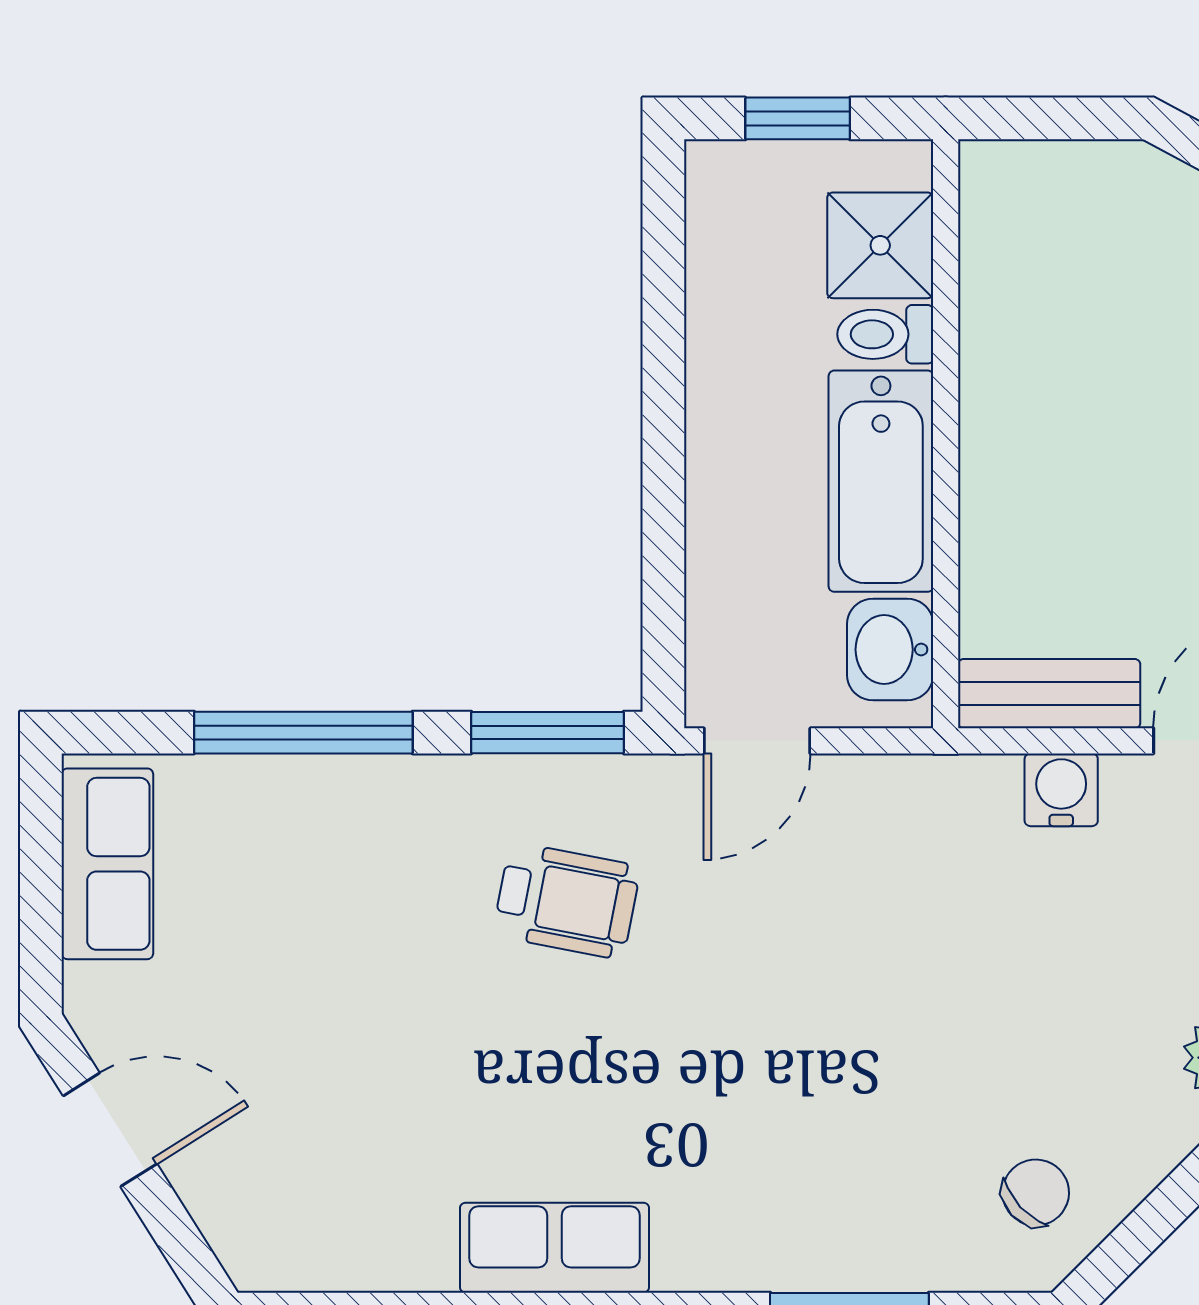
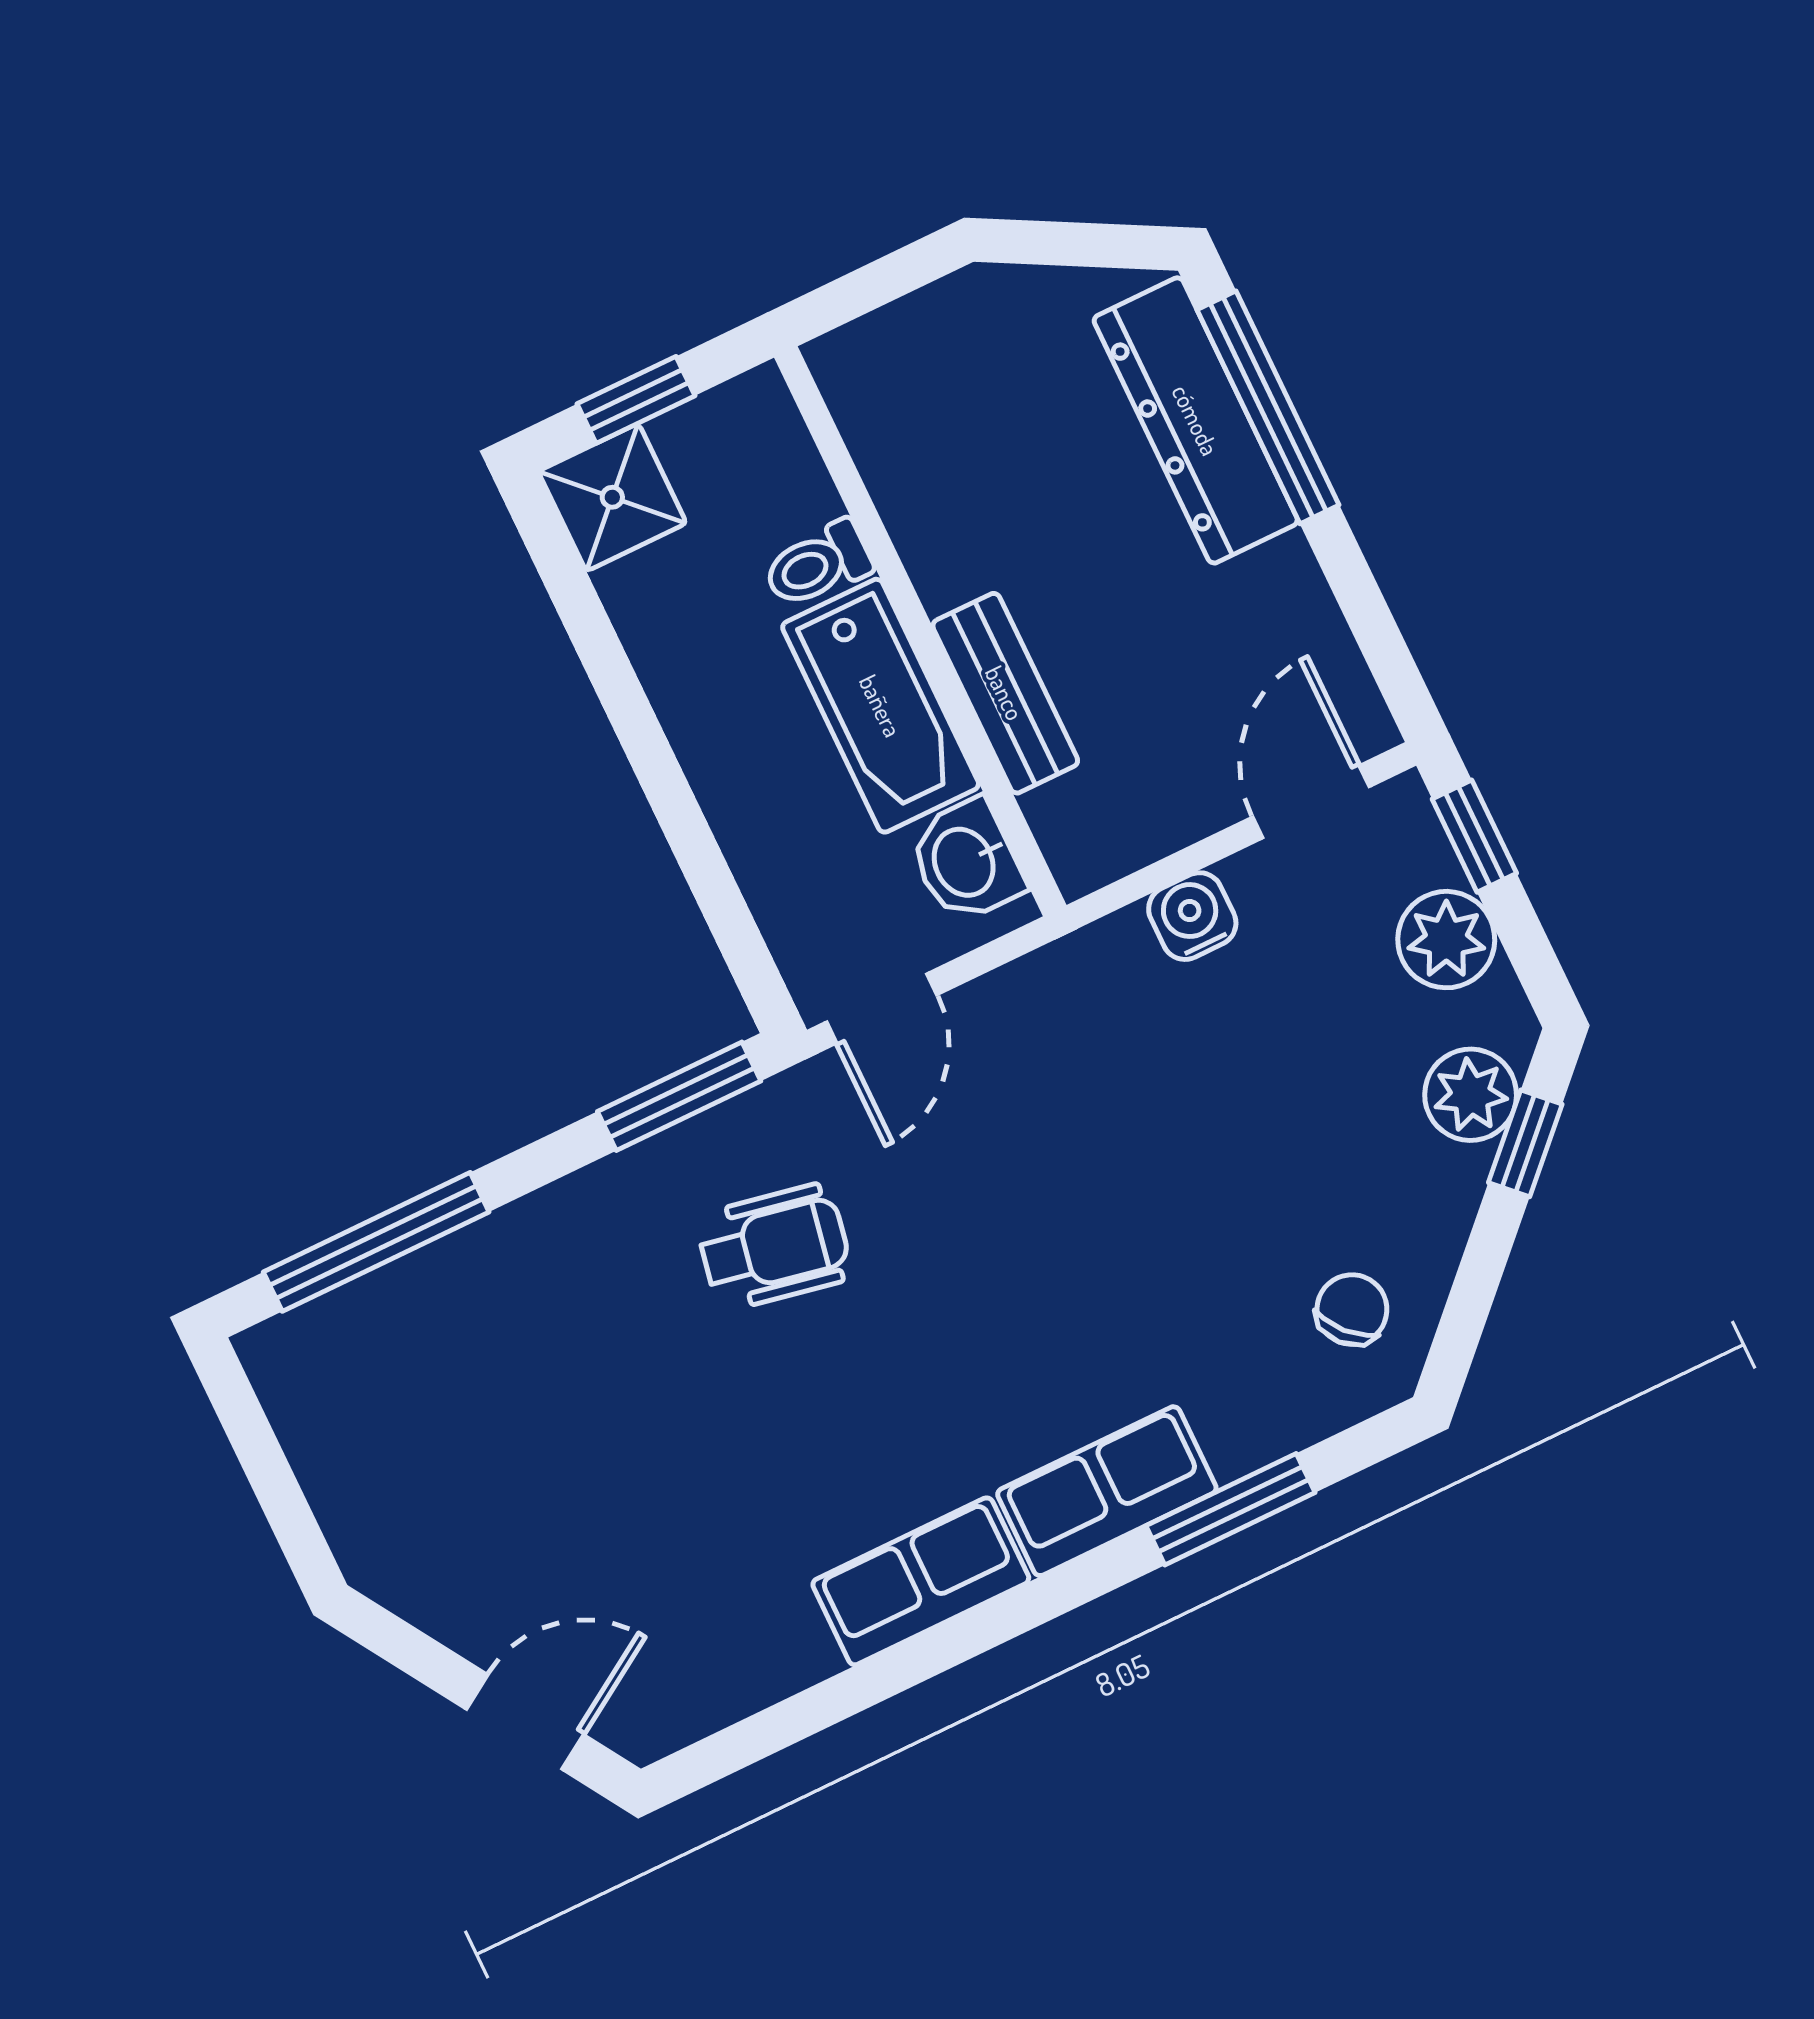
shower: (880, 245) -> (612, 497), moved
bench: (1049, 694) -> (1005, 693), moved, turned 90
window: (303, 733) -> (376, 1242), moved
row of seats: (107, 864) -> (1107, 1491), moved, turned -90
door: (110, 1130) -> (525, 1722), moved

